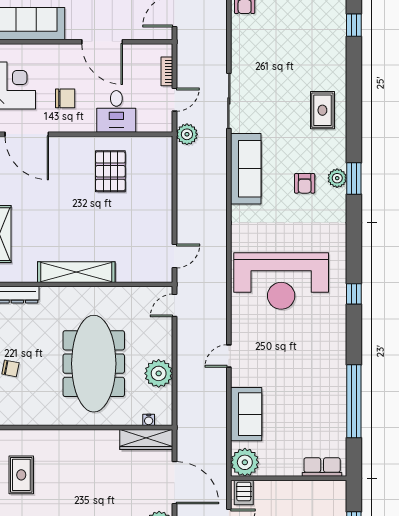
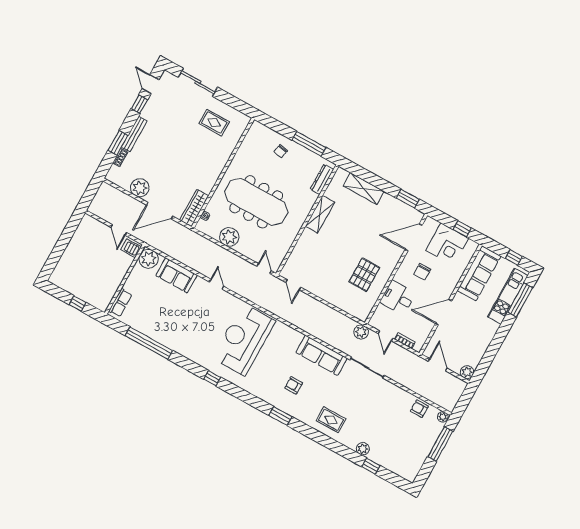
pallet: (110, 171) -> (364, 275), turned 90
plant: (337, 178) -> (363, 449), moved
shelving: (76, 272) -> (320, 214), width x0.68

